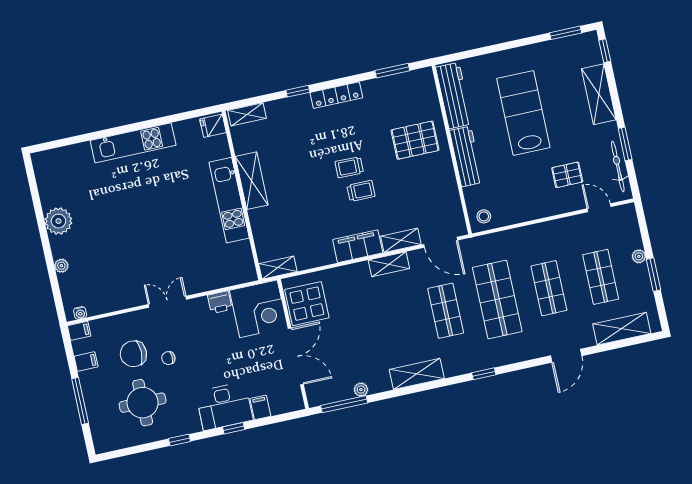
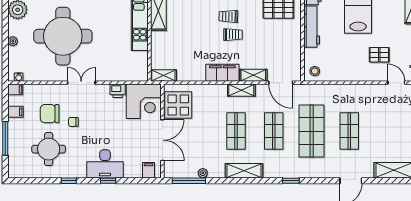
round table: (128, 244) -> (63, 36), added
shop shelf: (601, 277) -> (236, 131), moved
filing cabinet: (260, 407) -> (149, 170), moved

